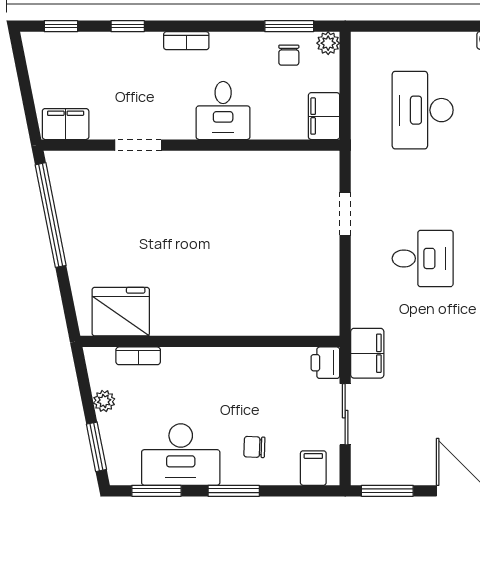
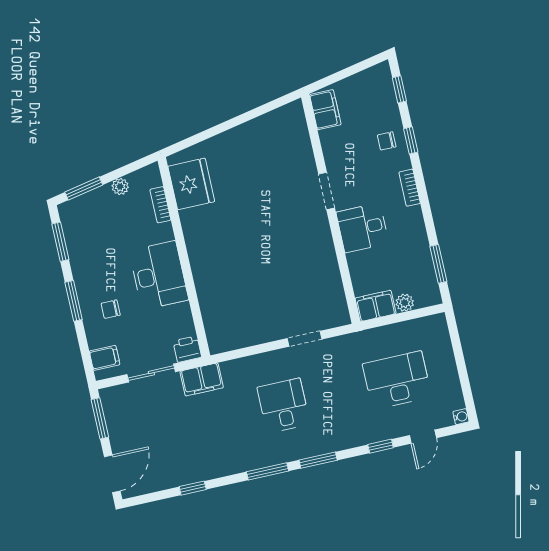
plant: (328, 43) -> (405, 303), moved
chair: (289, 55) -> (387, 141), moved
doorway: (138, 145) -> (327, 191), moved
window: (51, 215) -> (253, 114), removed
desk: (423, 258) -> (284, 406), turned 180
chair: (254, 447) -> (111, 309), turned -92
desk: (181, 455) -> (159, 275), moved, turned 180

